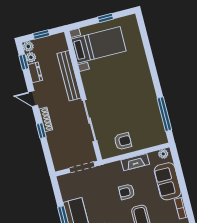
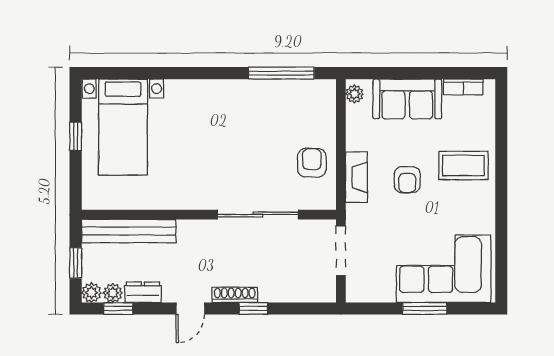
bed with nightstands: (99, 45) -> (123, 127), moved, turned 180
bench: (69, 76) -> (129, 231), moved
fireplace: (135, 162) -> (356, 177), moved

